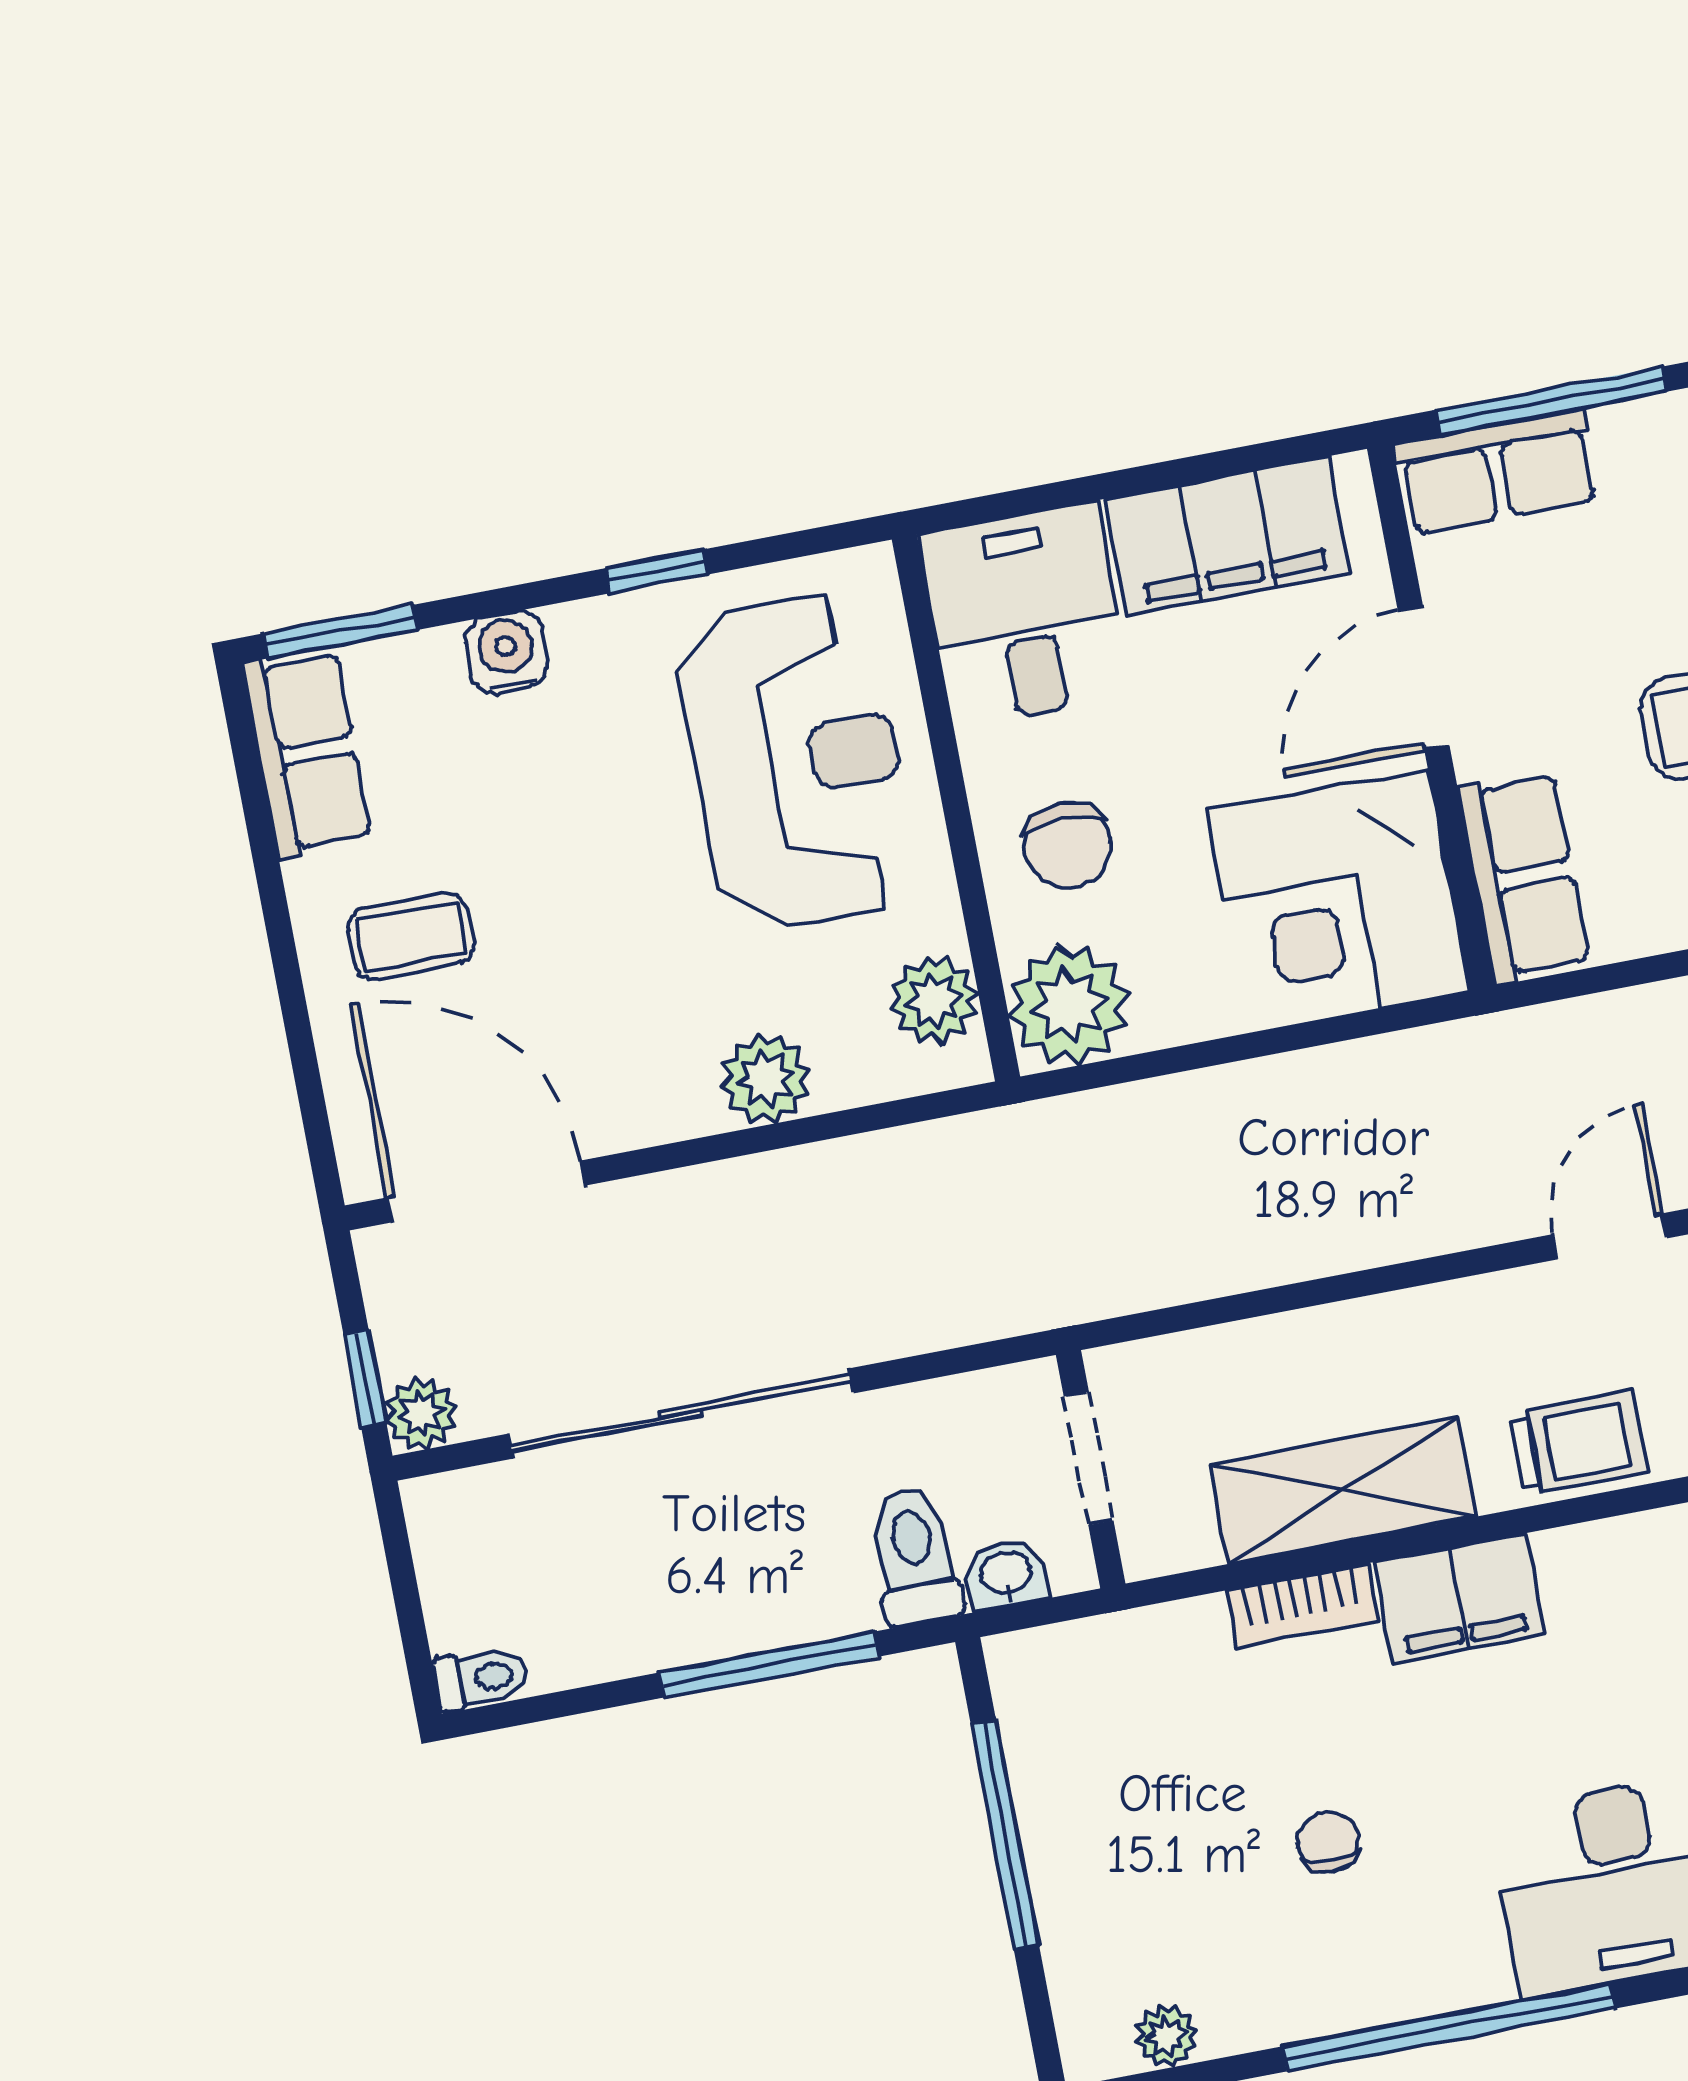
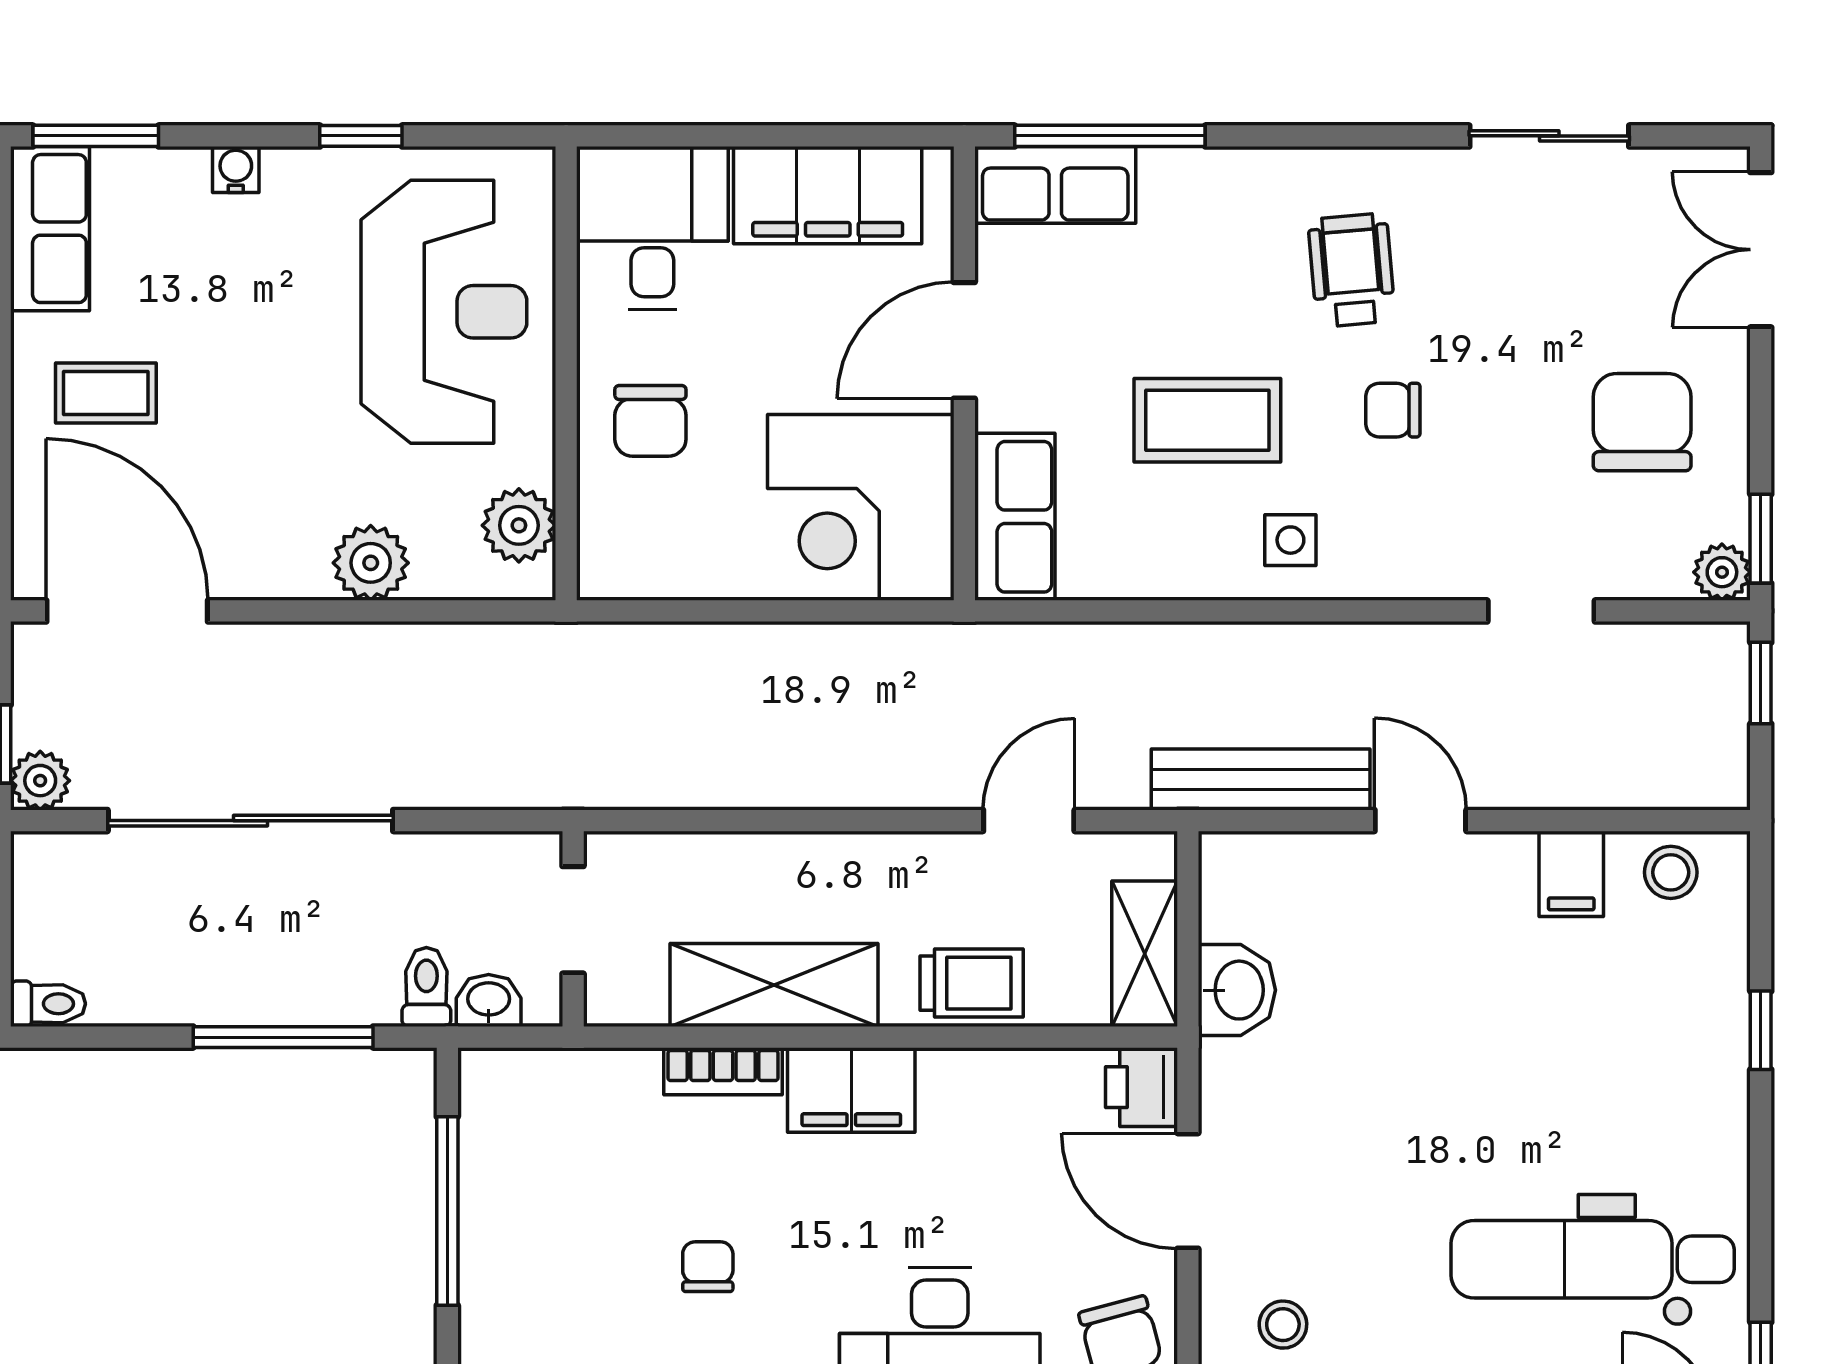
water cooler: (507, 652) -> (236, 169), width x0.72, depth x0.72
plant: (1069, 1005) -> (627, 550), removed
toilet: (915, 1556) -> (426, 987), width x0.73, depth x0.72

